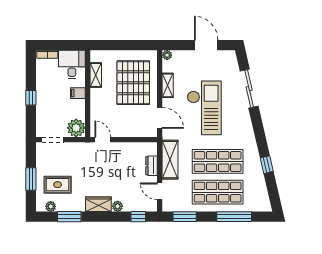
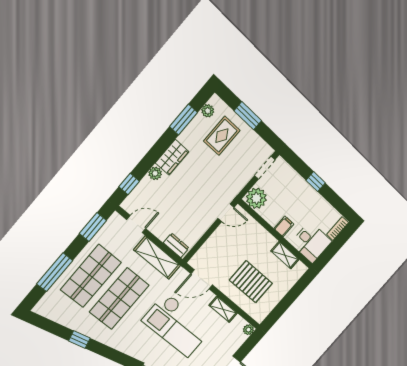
pallet: (133, 83) -> (251, 282), width x0.73, depth x0.71
dresser: (152, 166) -> (176, 245), moved

